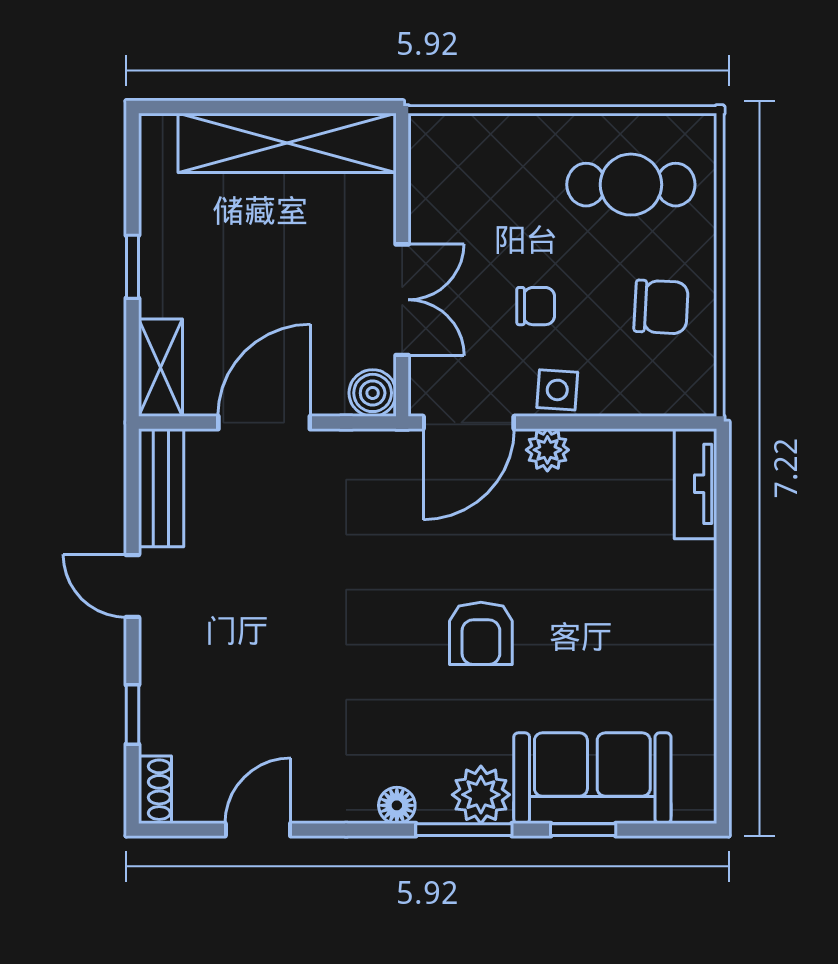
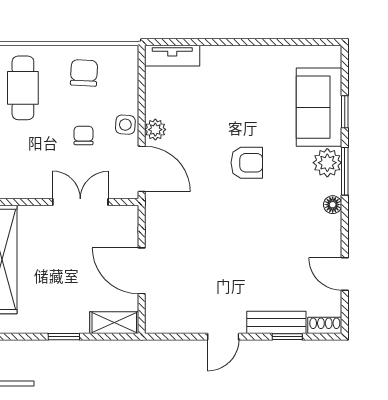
boiler: (373, 393) -> (127, 217), removed
bench: (161, 488) -> (276, 322), moved

